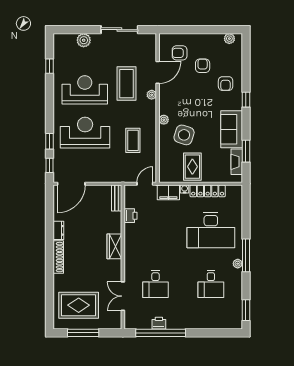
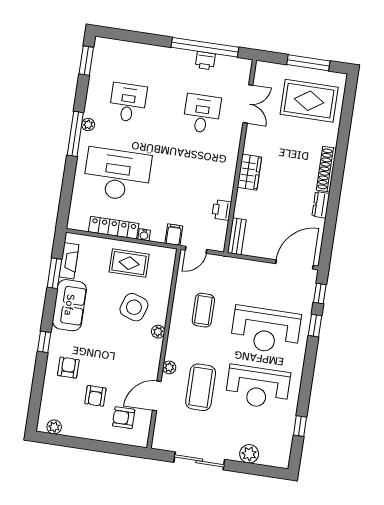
armchair: (180, 53) -> (124, 418), turned 180
rug: (192, 167) -> (129, 263), turned 90
filing cabinet: (168, 192) -> (174, 235), width x0.50

